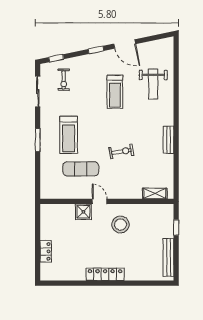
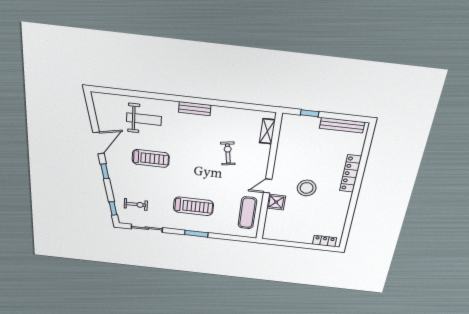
bench: (169, 140) -> (195, 109), moved
exercise bike: (121, 151) -> (228, 154), moved
exercise mat: (81, 169) -> (247, 213), moved
stool: (121, 225) -> (307, 188), moved
locker: (46, 251) -> (324, 241), moved
locker: (105, 274) -> (350, 174), moved

